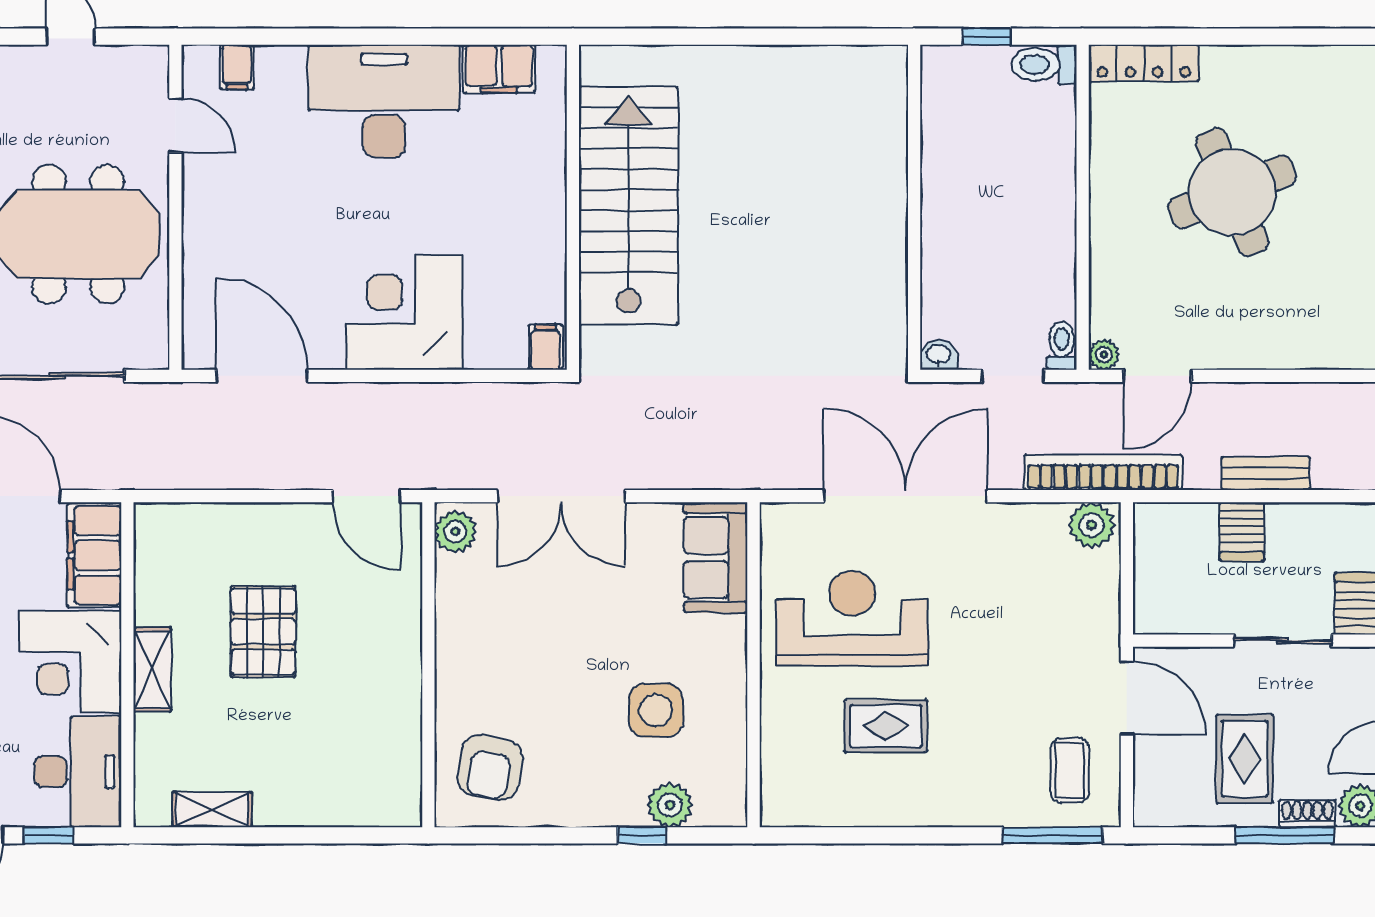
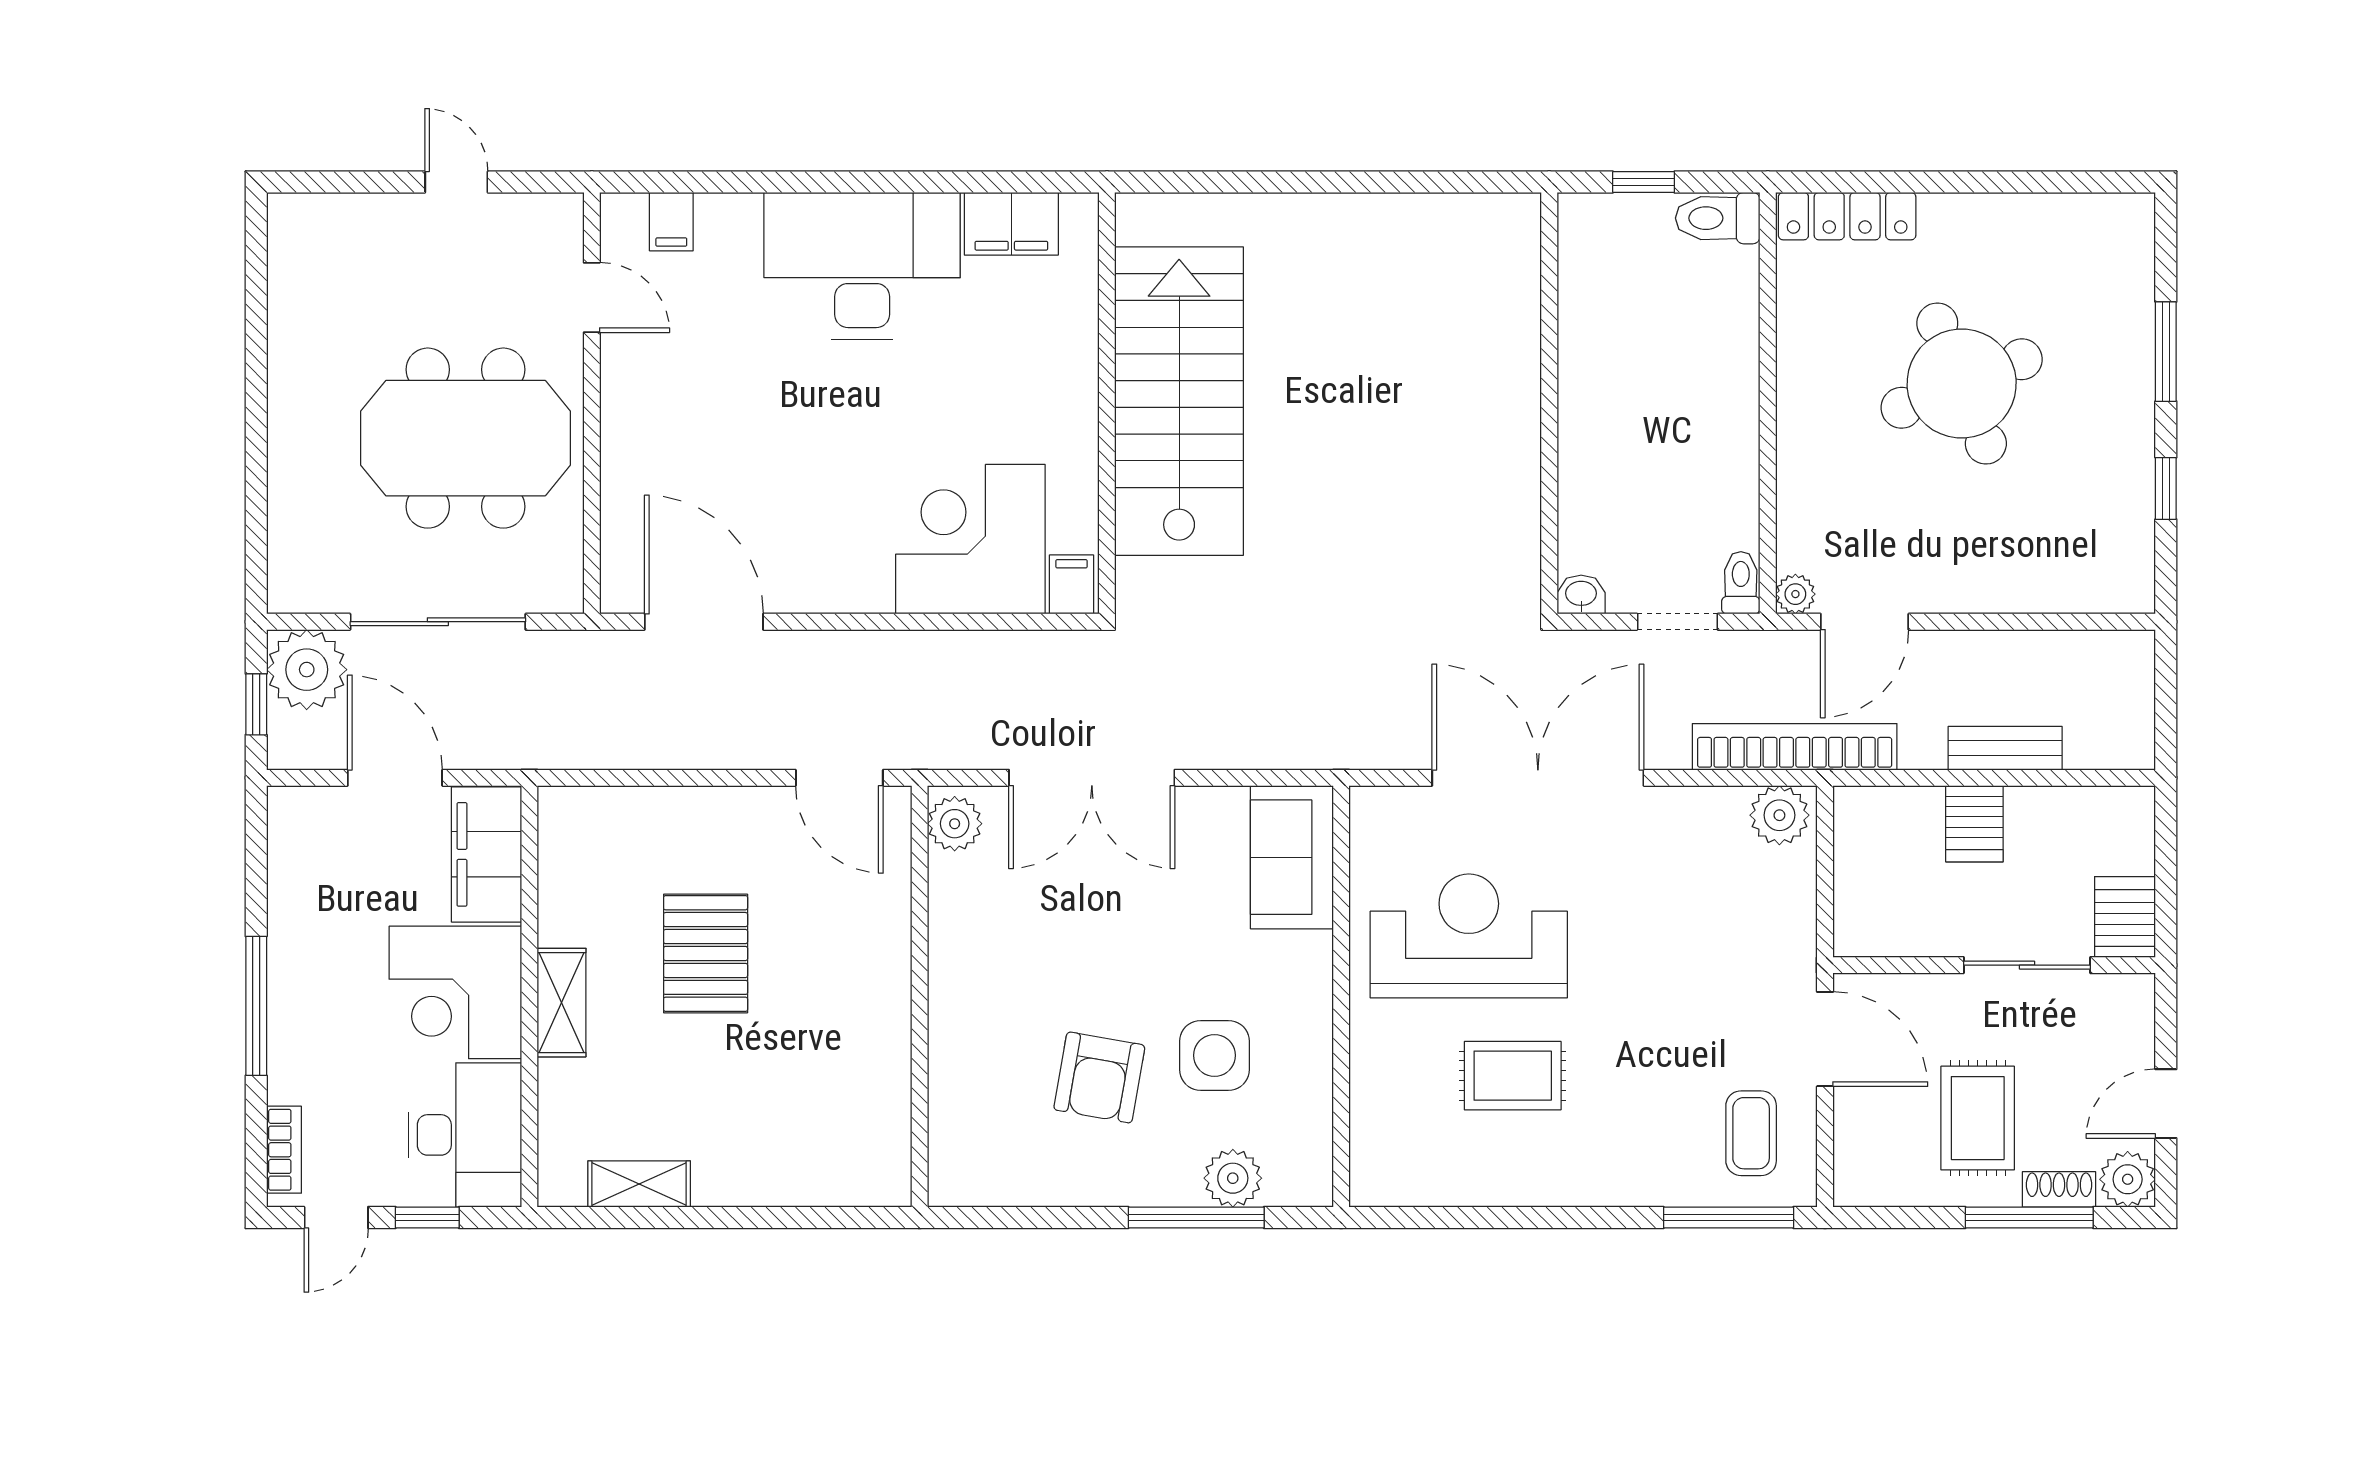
corner desk: (404, 312) -> (970, 539), moved
armchair: (490, 768) -> (1099, 1077), moved
window: (642, 835) -> (1196, 1217), width x2.17

